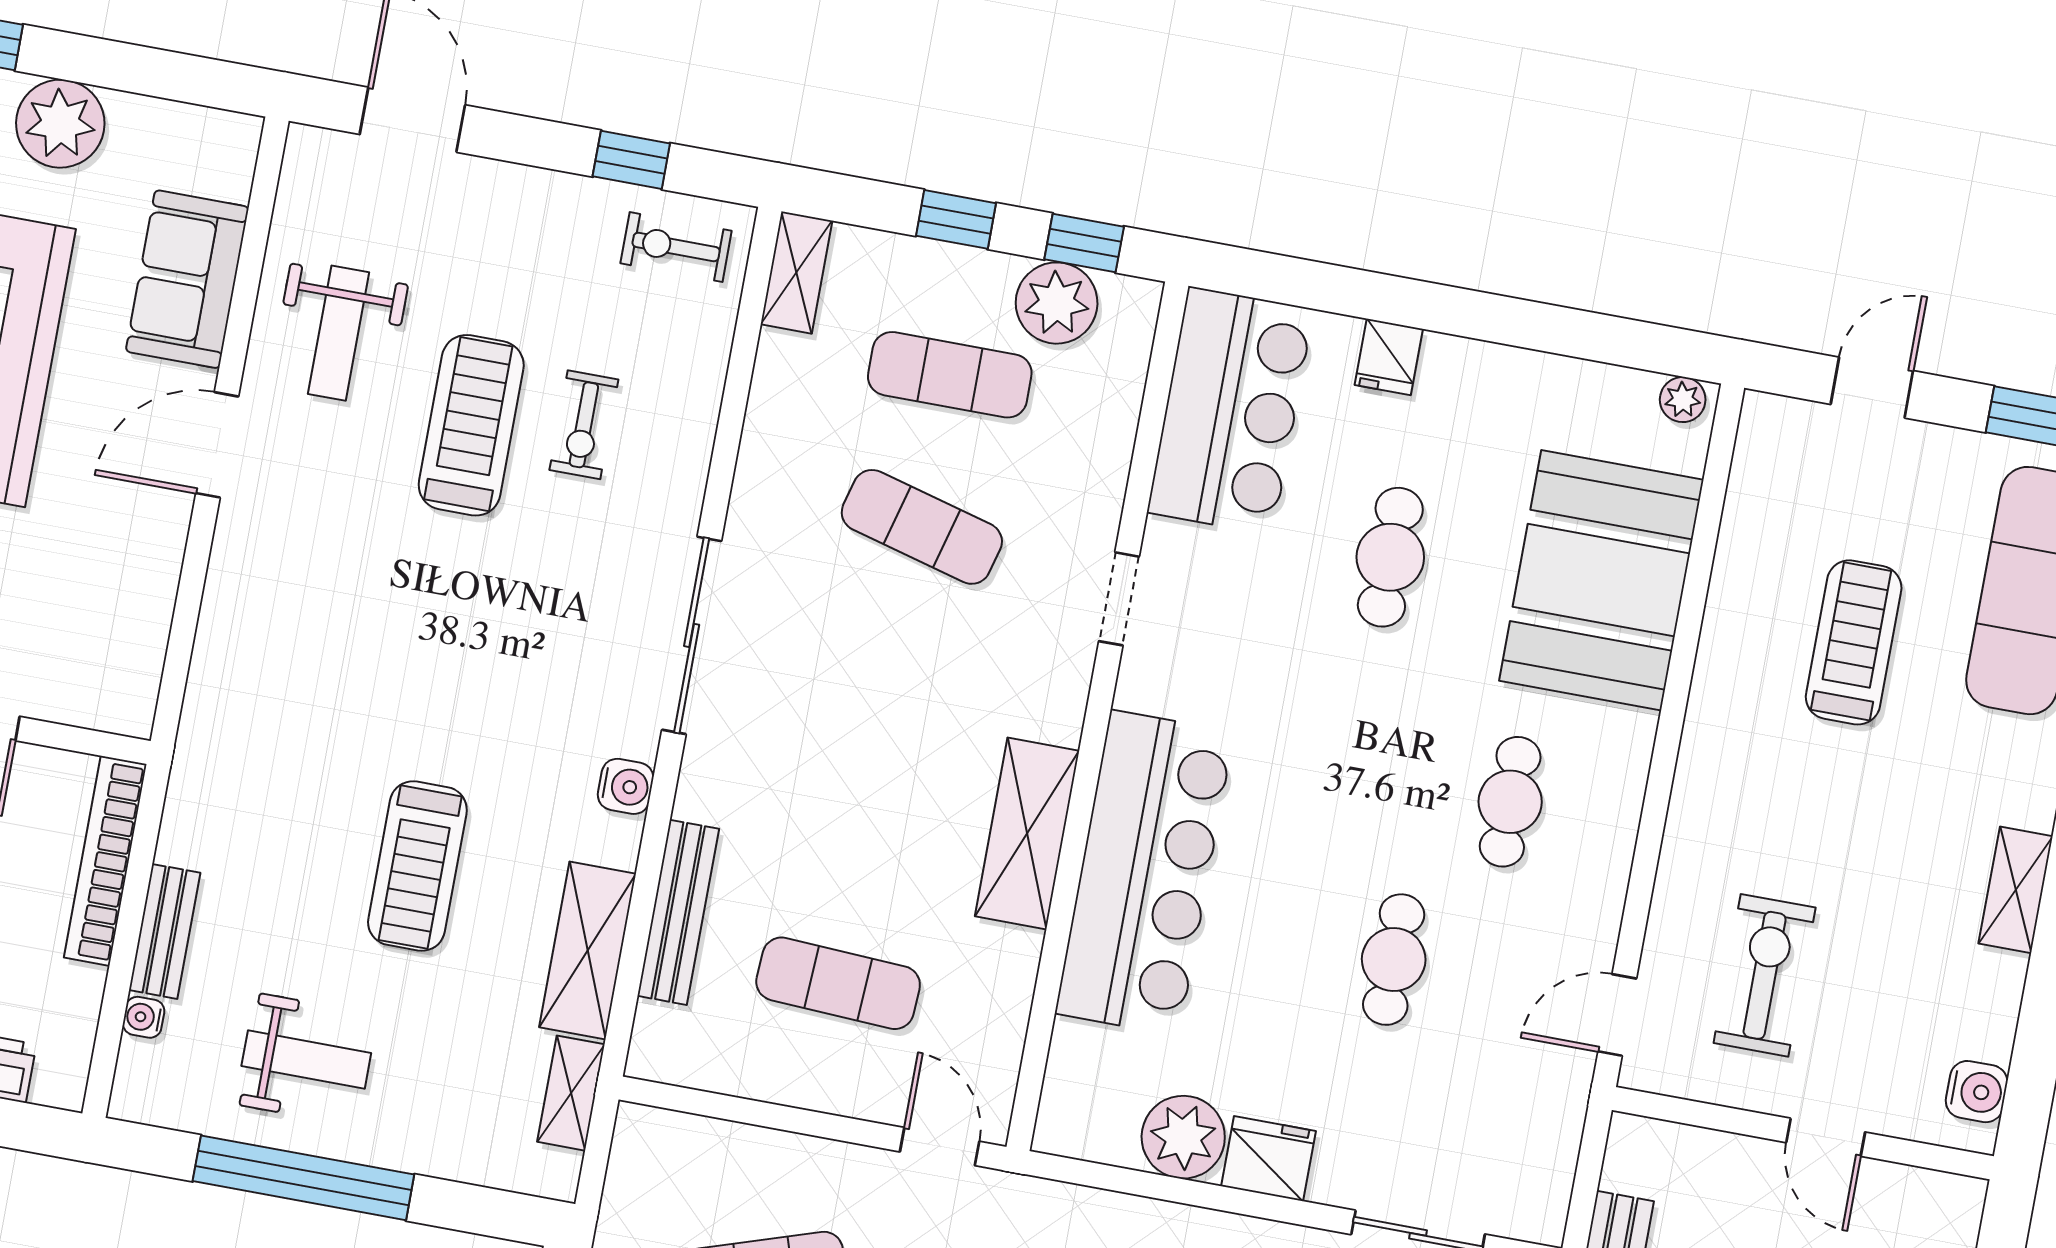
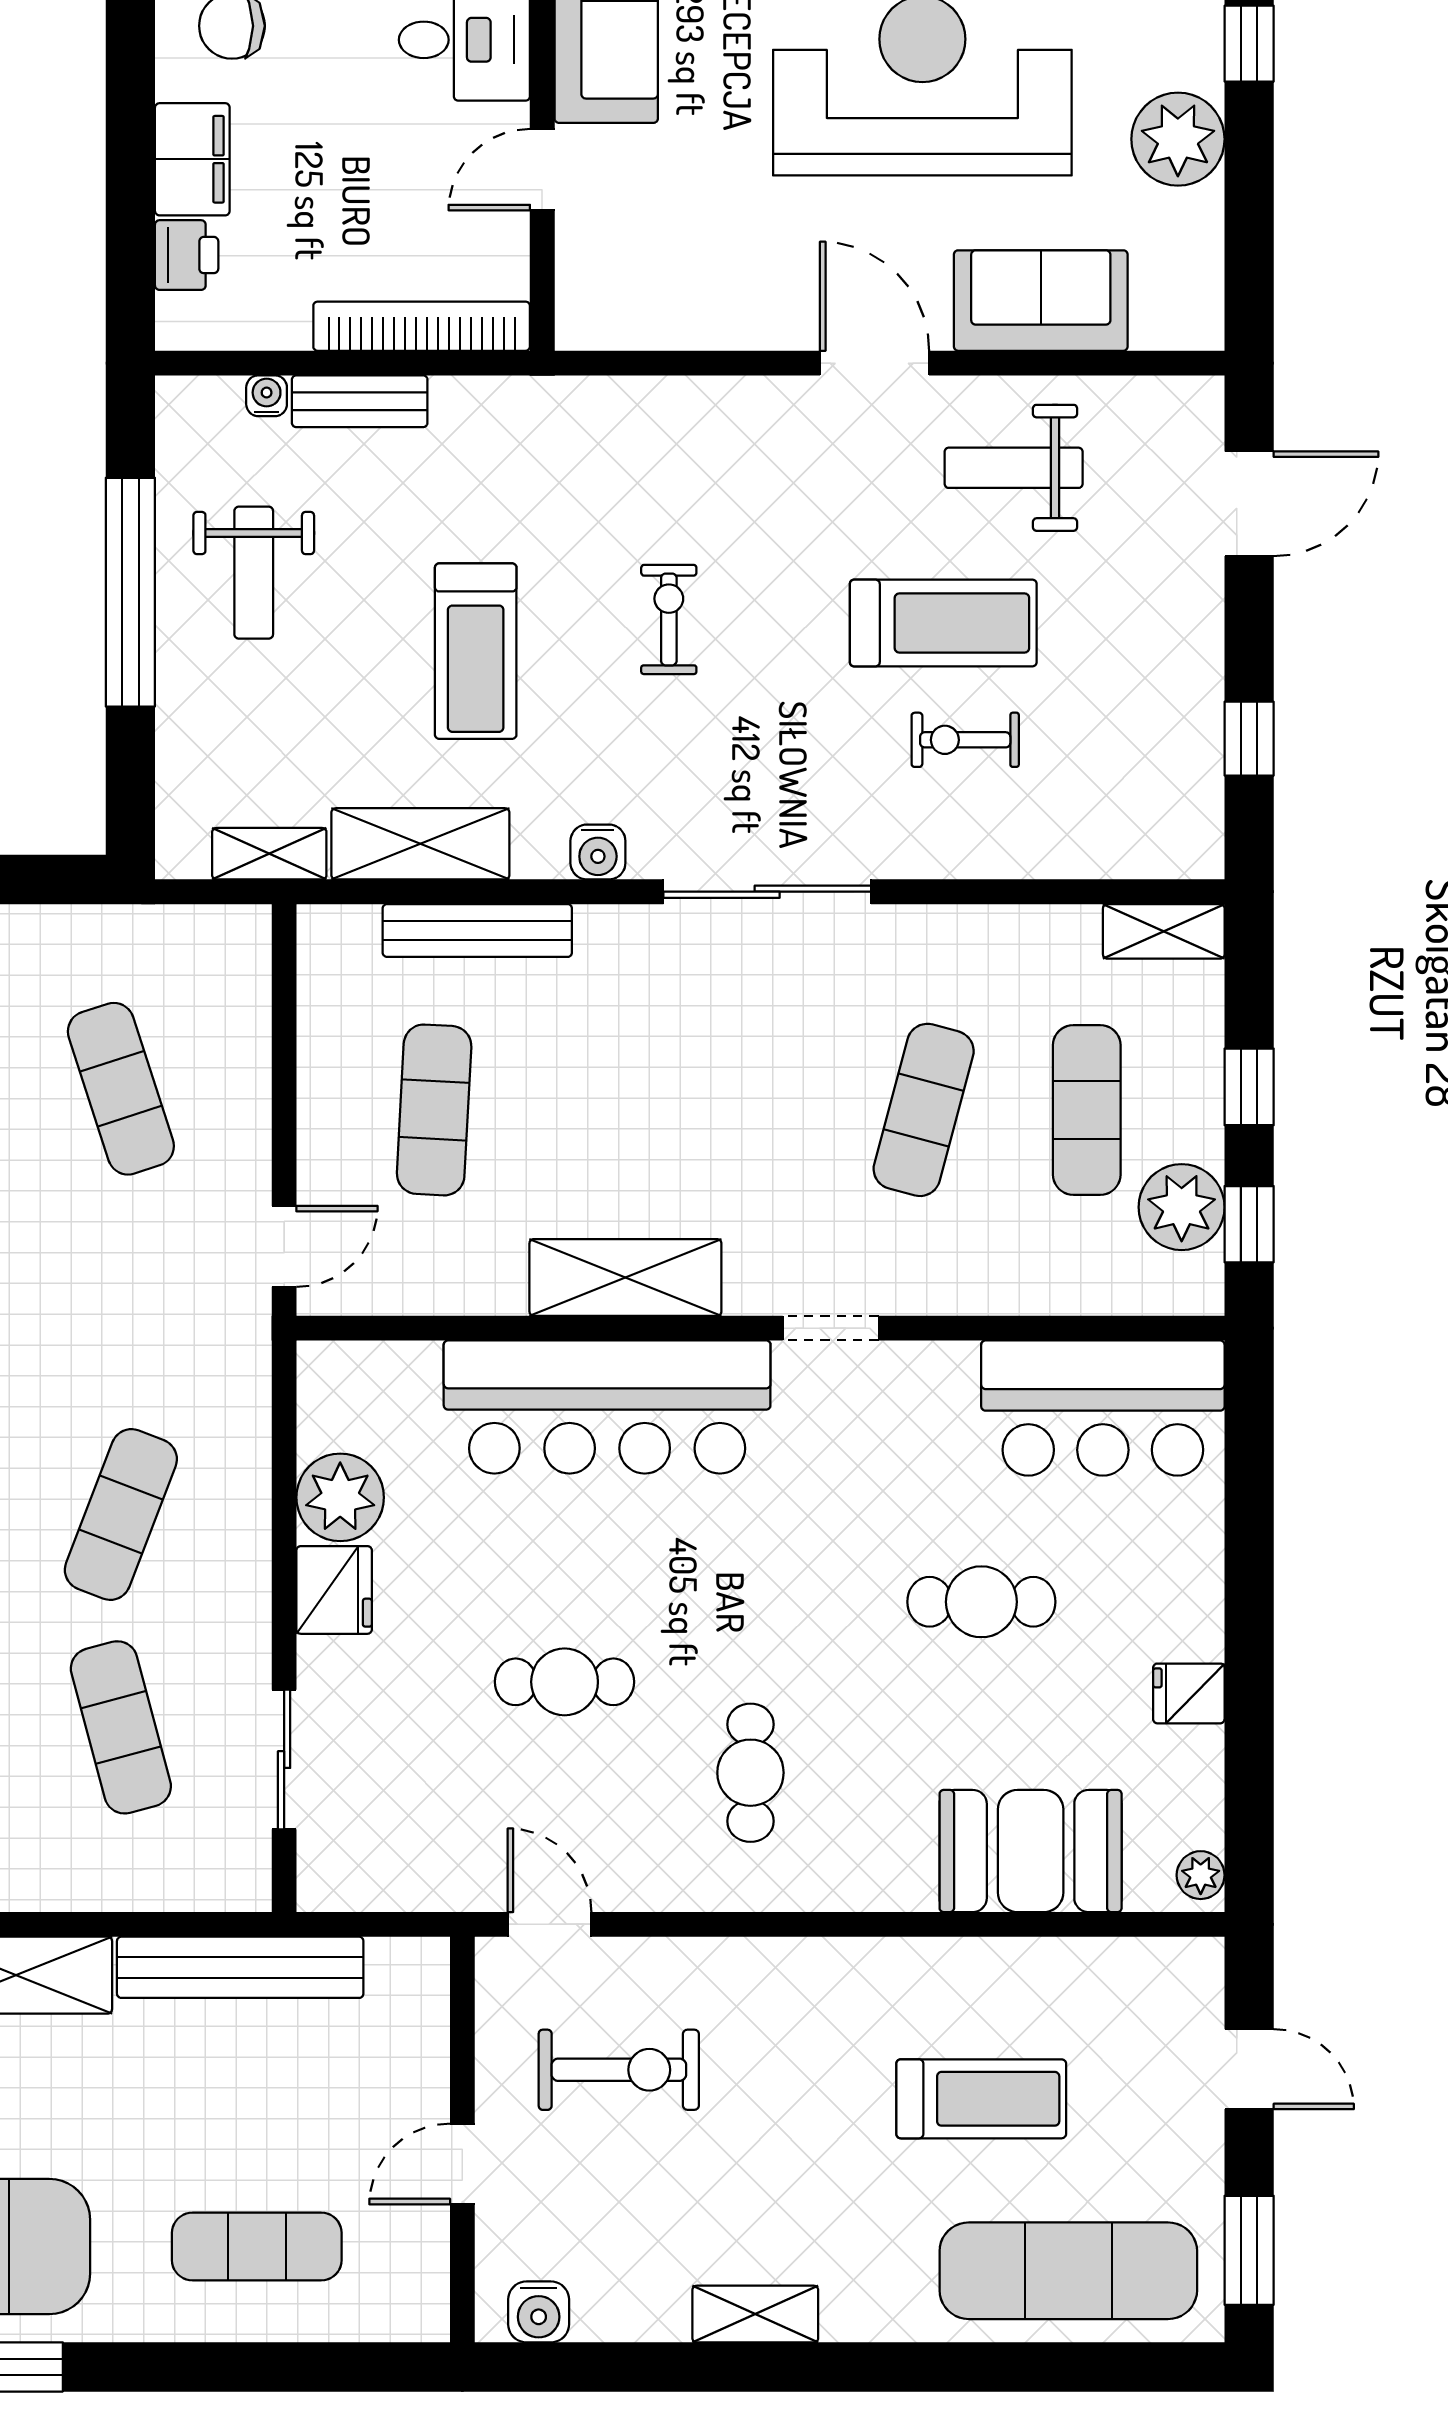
exercise bike: (676, 247) -> (669, 619), moved
fridge: (1389, 357) -> (1189, 1693), moved
booth: (1601, 580) -> (1031, 1851), width x0.73, depth x0.70
doorway: (1119, 599) -> (831, 1328), moved
cafe table: (1510, 802) -> (750, 1773), turned 90
treadmill: (417, 866) -> (476, 651), turned -90

